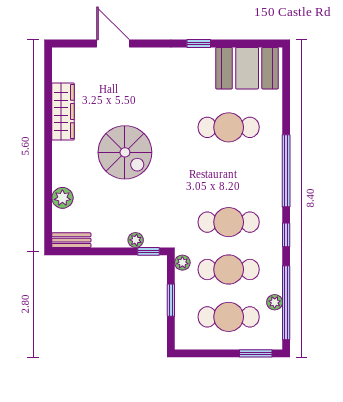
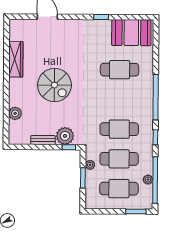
bench: (71, 240) -> (43, 140), moved
plant: (136, 240) -> (65, 136), width x1.88, depth x1.88
plant: (182, 263) -> (90, 165), moved

